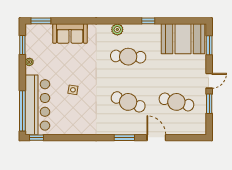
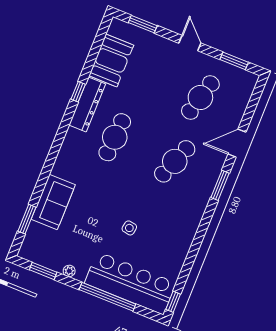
window: (41, 21) -> (27, 219), moved
plant: (117, 29) -> (73, 137), removed
dresser: (142, 30) -> (87, 105), added
booth: (183, 39) -> (111, 60), width x0.73, depth x0.70
window: (209, 104) -> (234, 61), moved
window: (22, 111) -> (107, 297), moved

